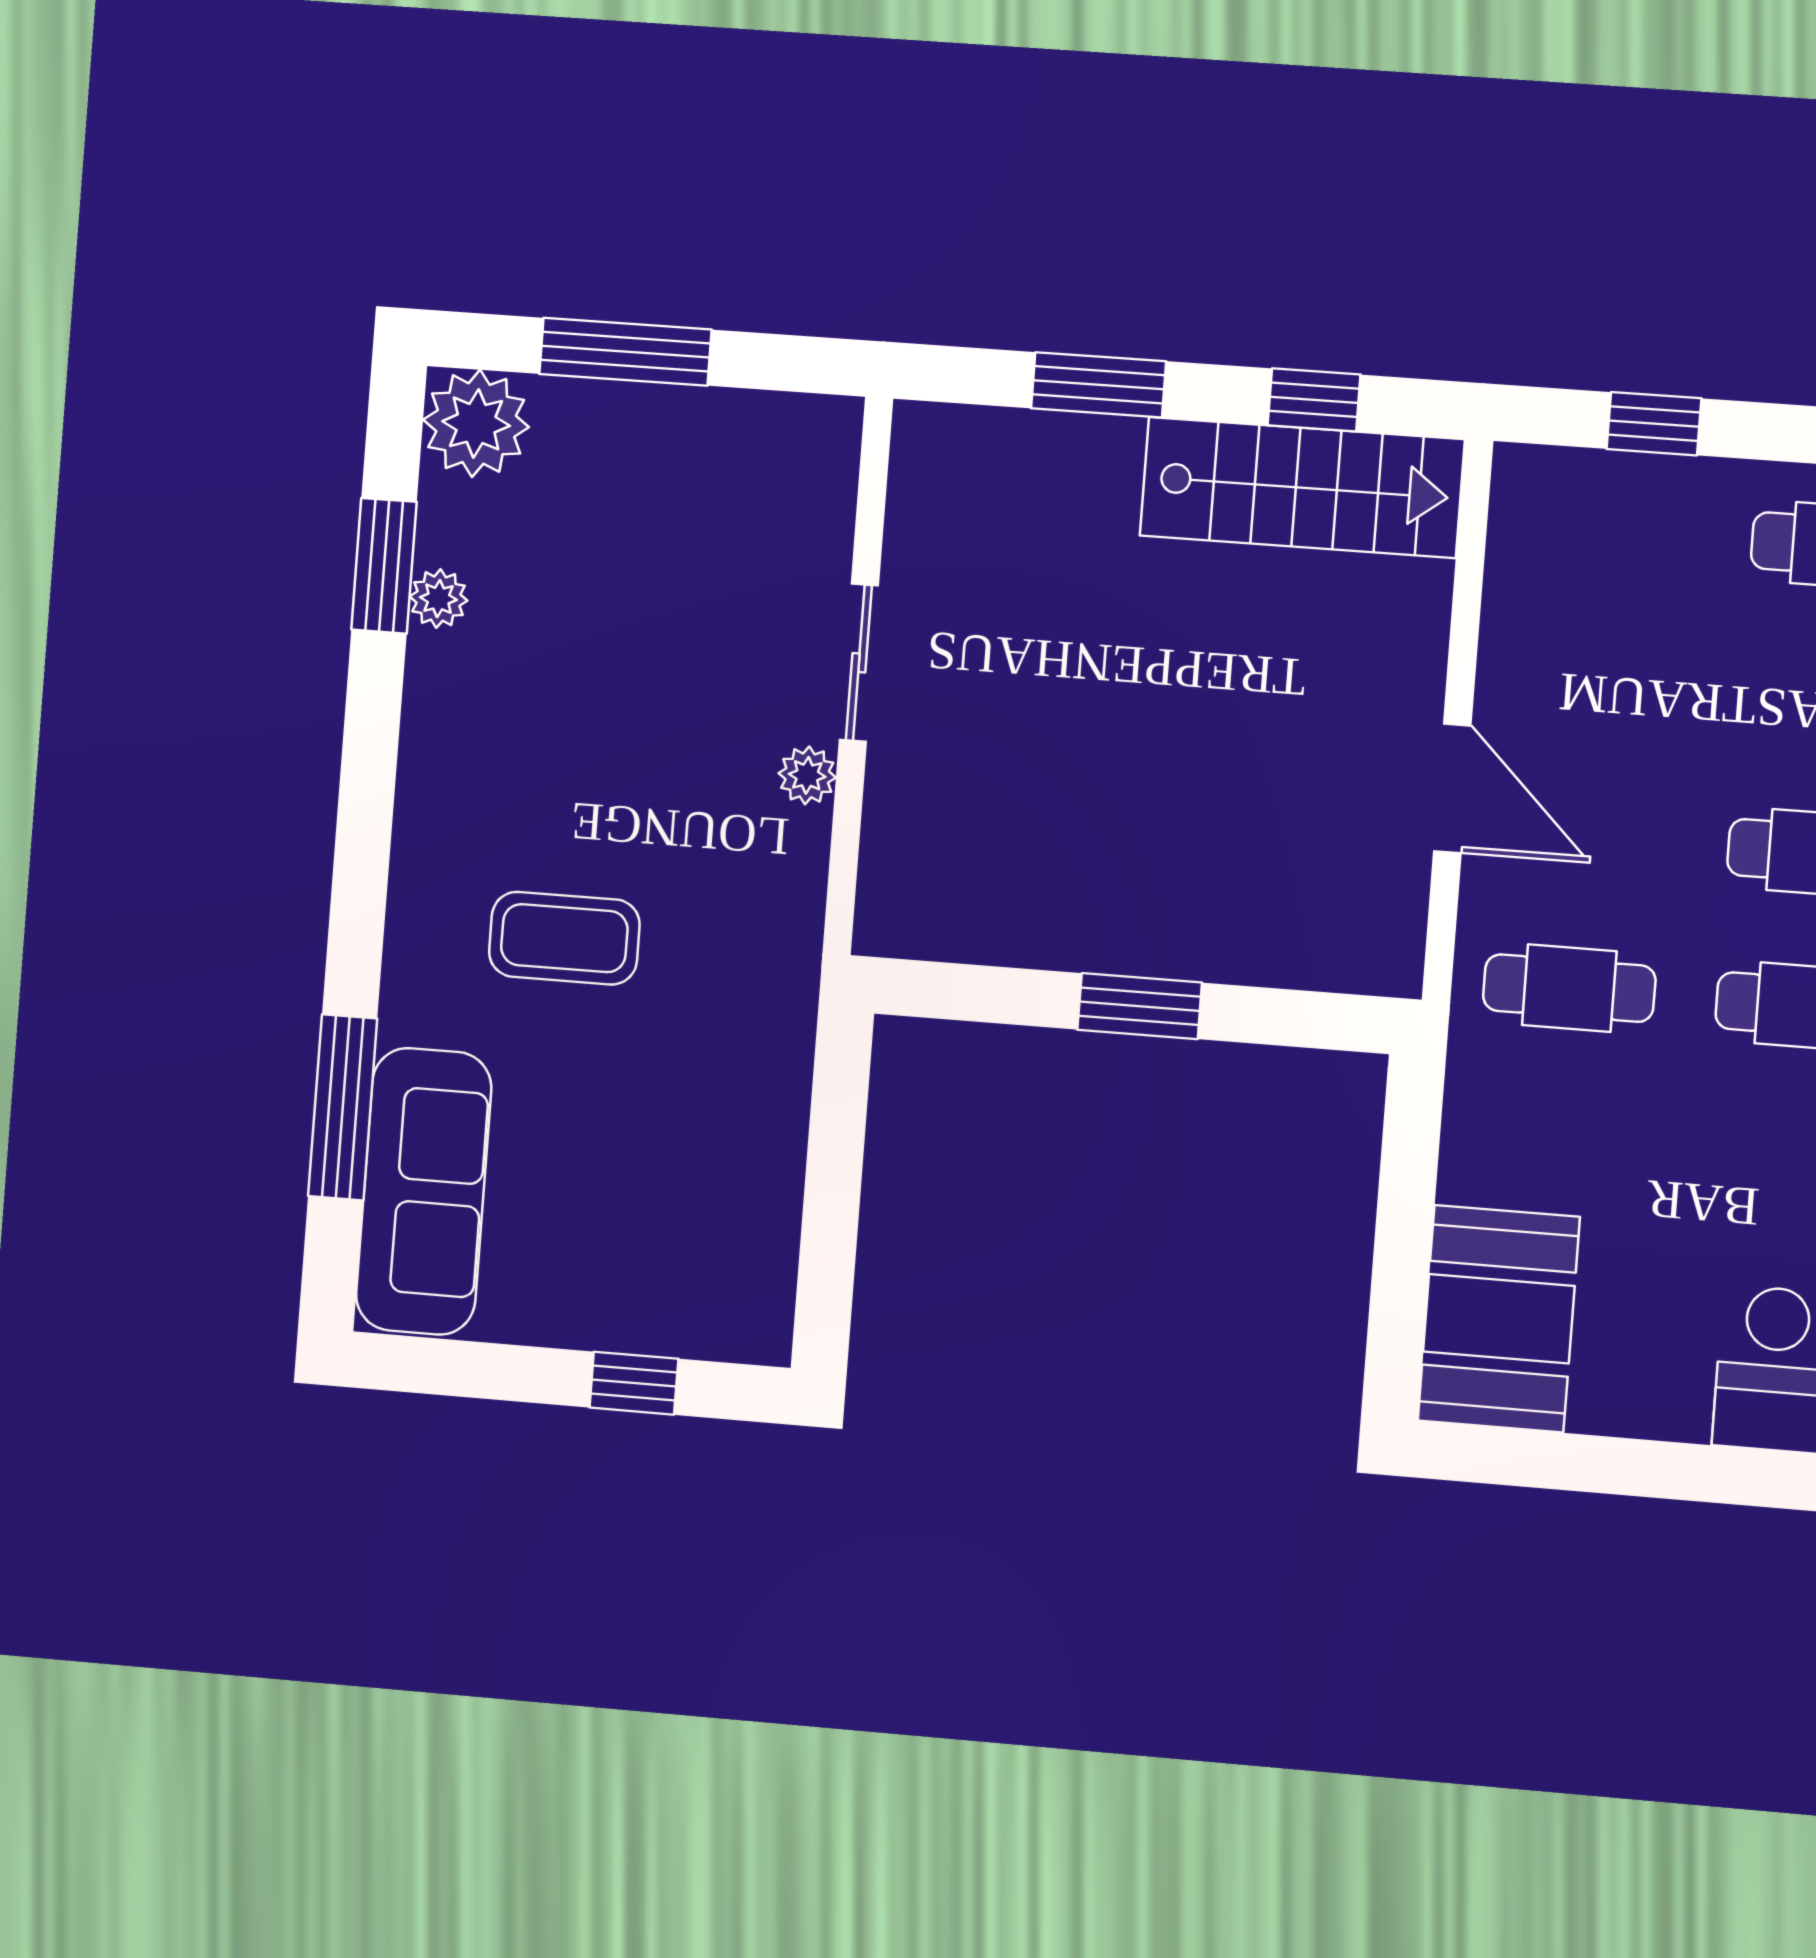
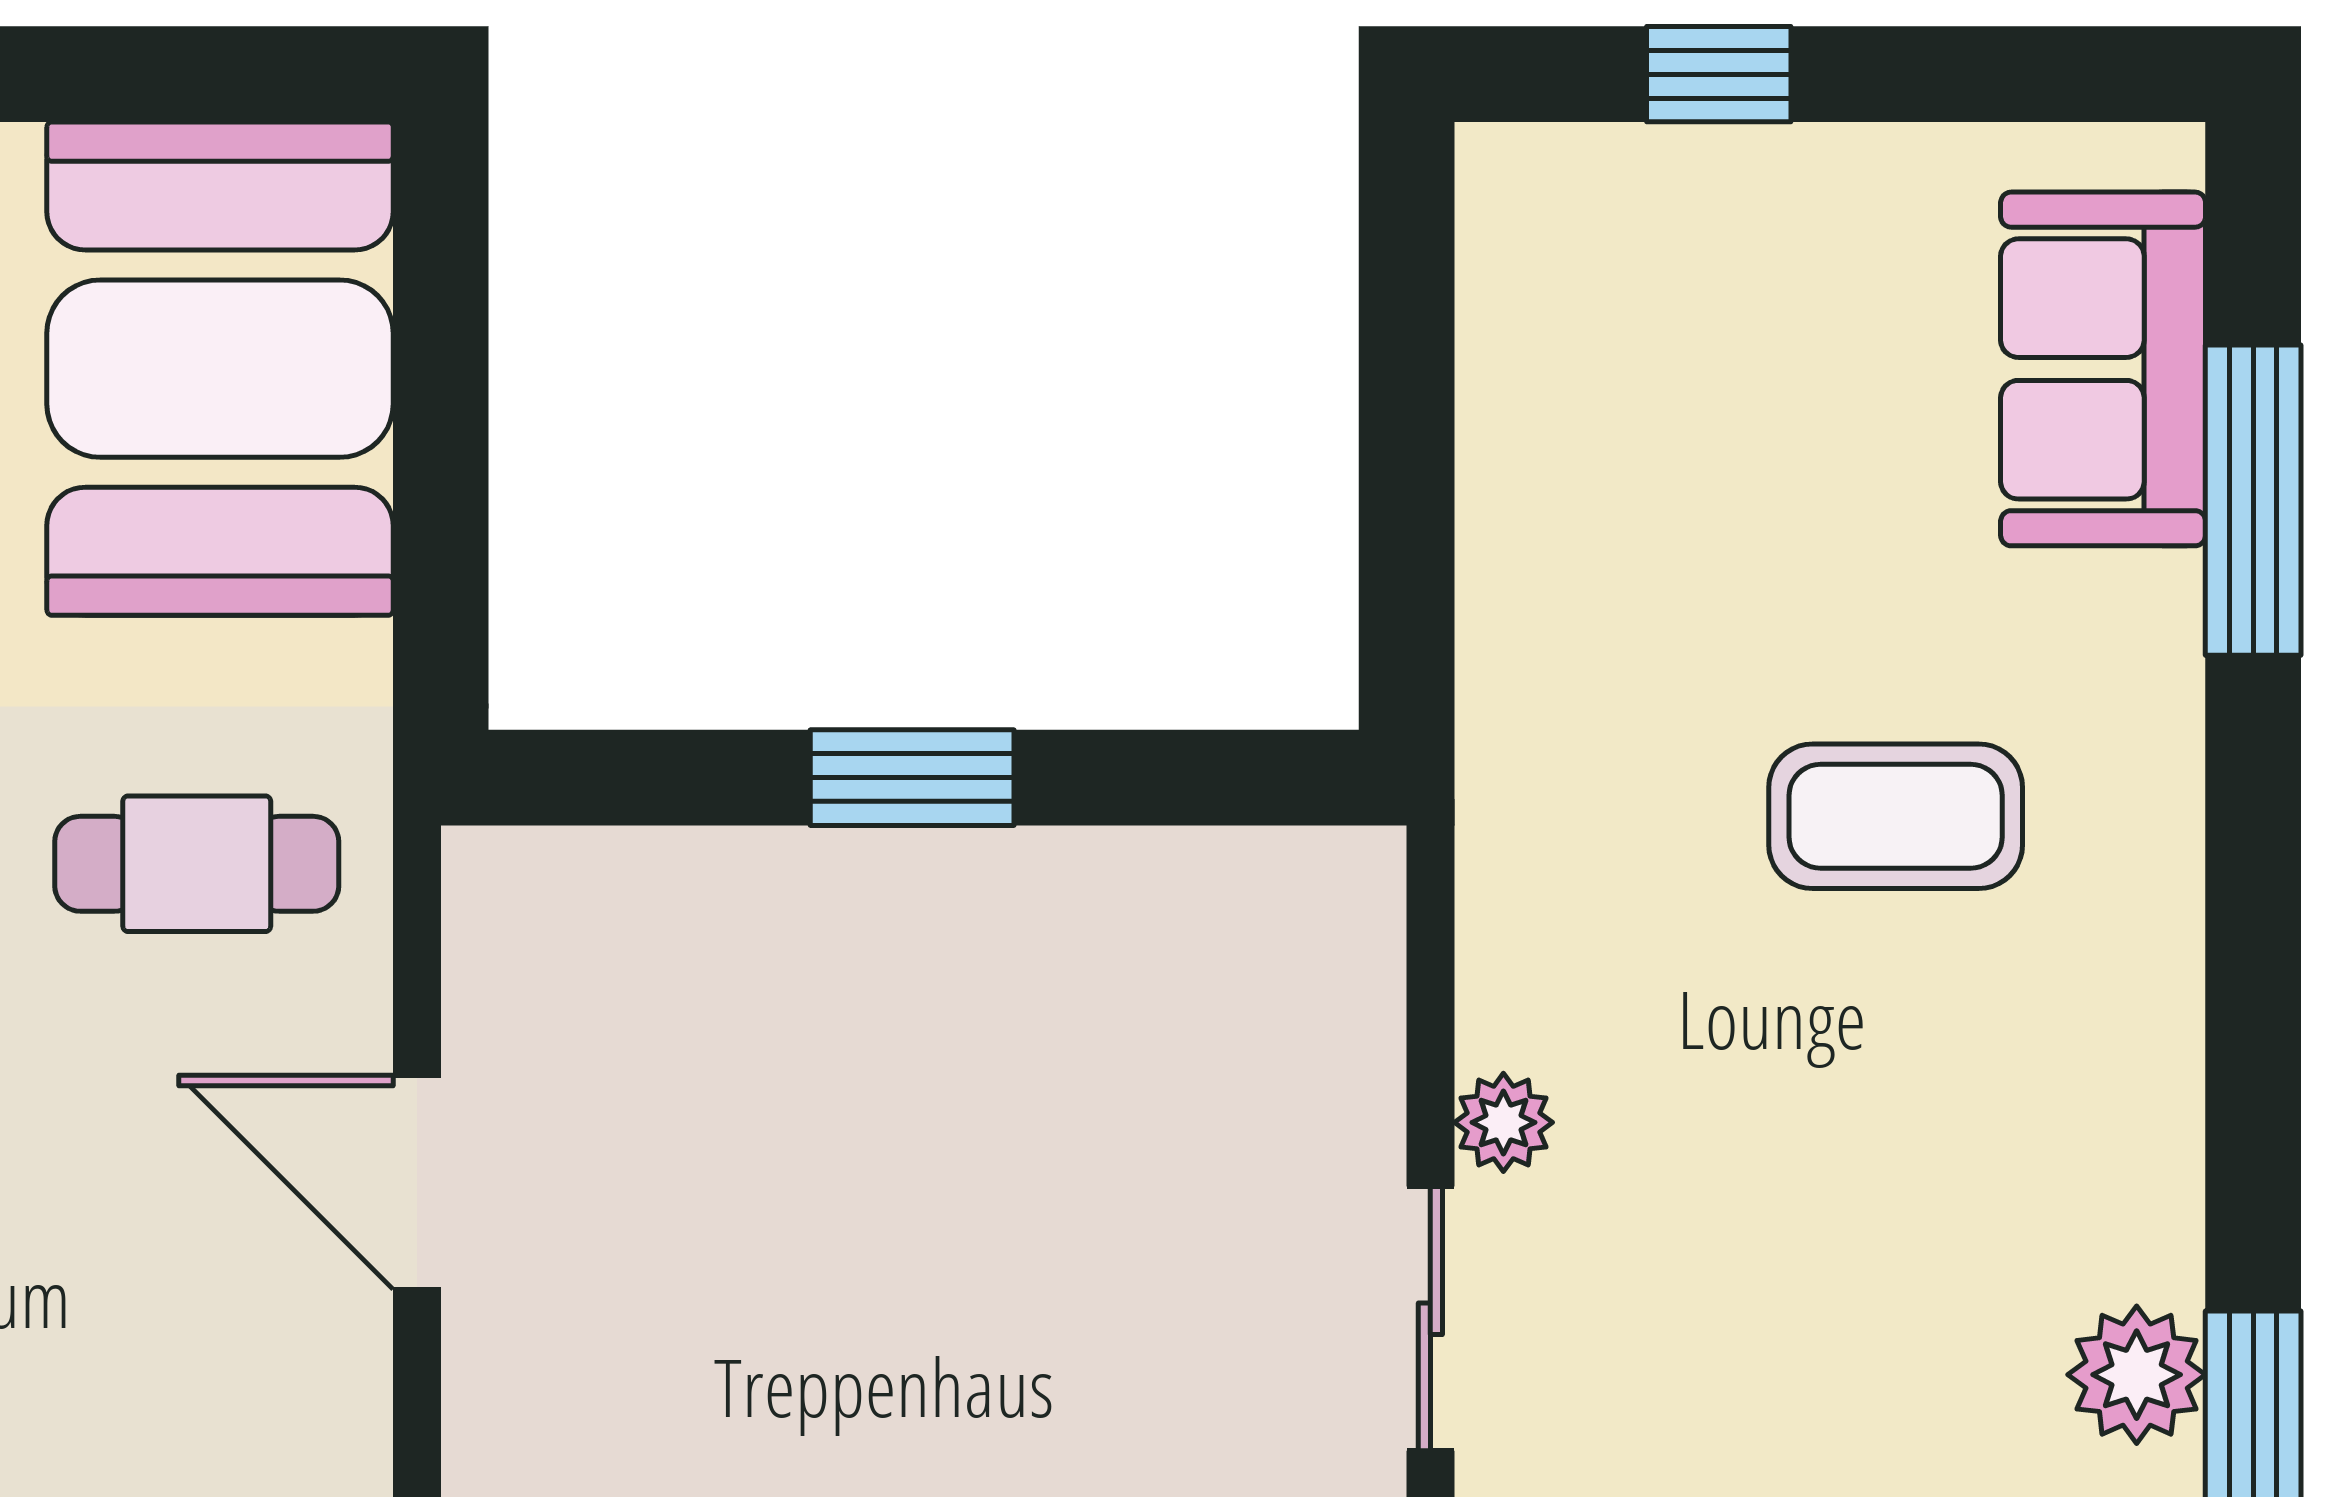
plant: (438, 599) -> (2137, 1375), width x1.38, depth x1.38
sofa: (424, 1191) -> (2103, 369), width x0.73
booth: (1499, 1319) -> (220, 369), width x1.36, depth x1.42

